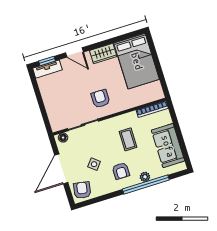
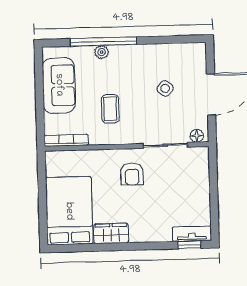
door: (74, 52) -> (149, 246), removed
armchair: (121, 171) -> (132, 69), removed
armchair: (82, 190) -> (191, 58), removed

